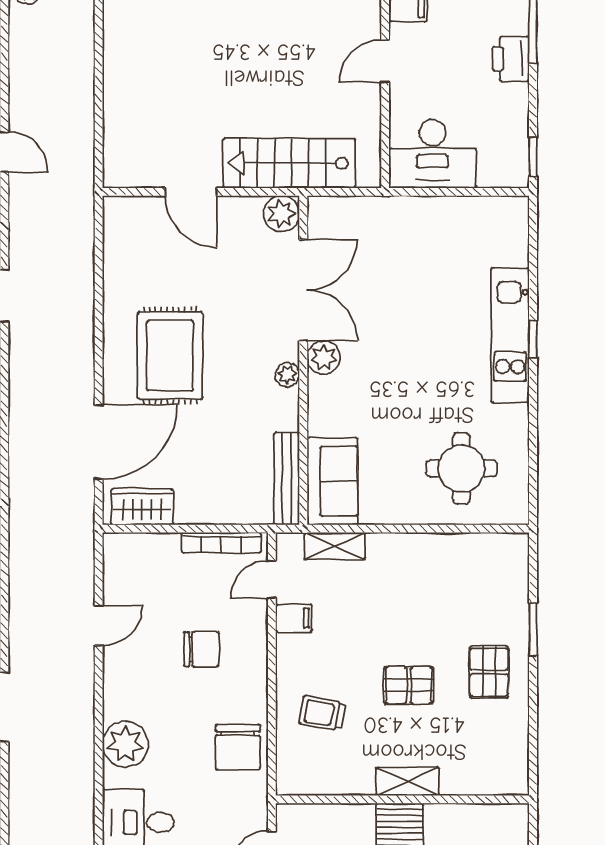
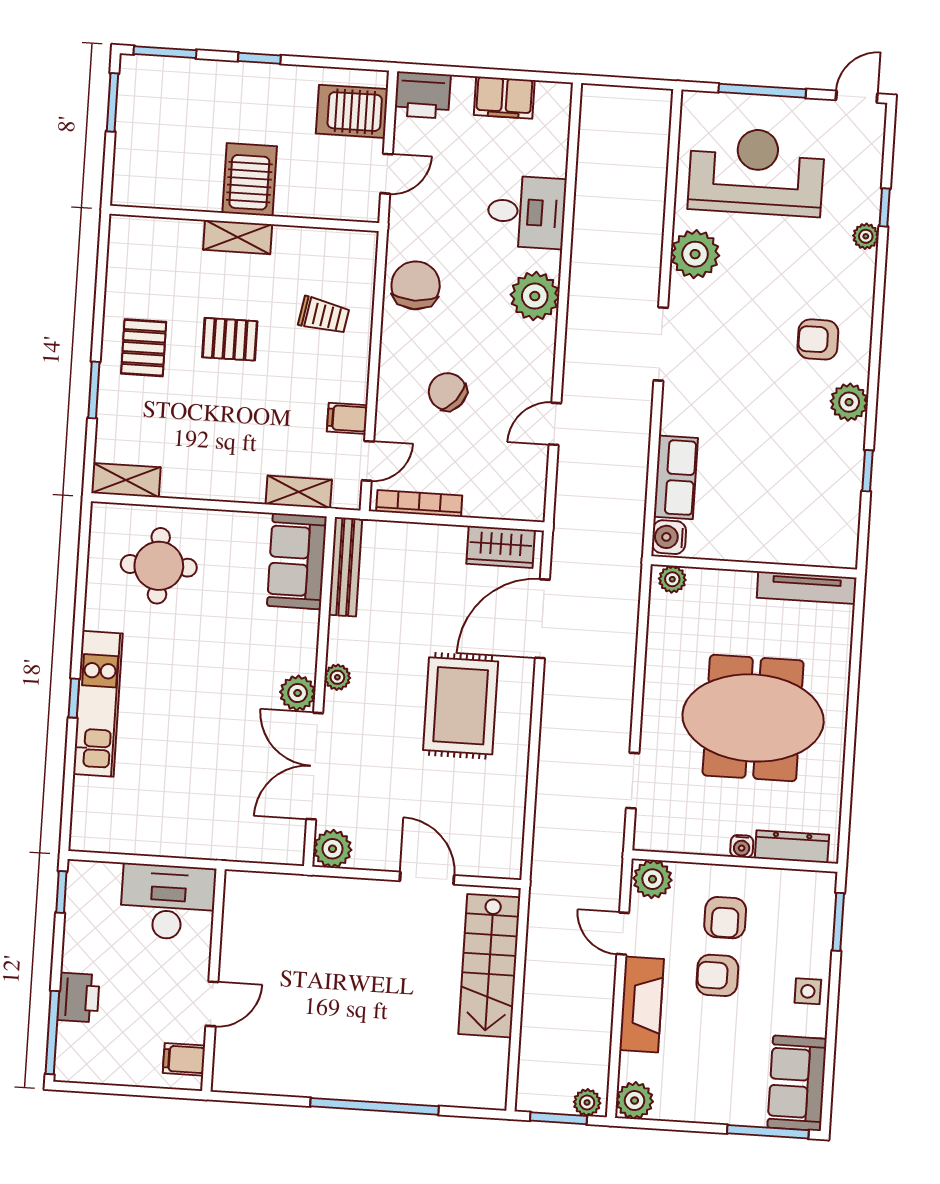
stairs: (289, 163) -> (489, 966), moved, turned 90
shelving: (498, 547) -> (126, 480), added
chair: (201, 649) -> (448, 392), turned 39

